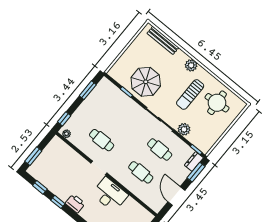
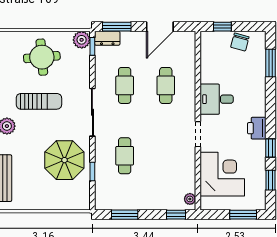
round table: (217, 103) -> (42, 57), moved
plant: (184, 129) -> (82, 40), moved
cafe table: (102, 140) -> (125, 156), moved
corner desk: (65, 163) -> (222, 174), added
desk: (110, 194) -> (217, 99), width x0.73

